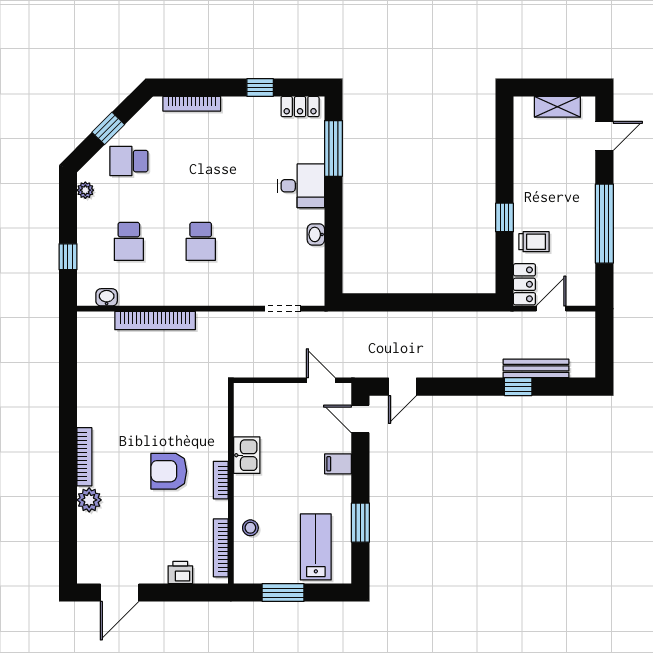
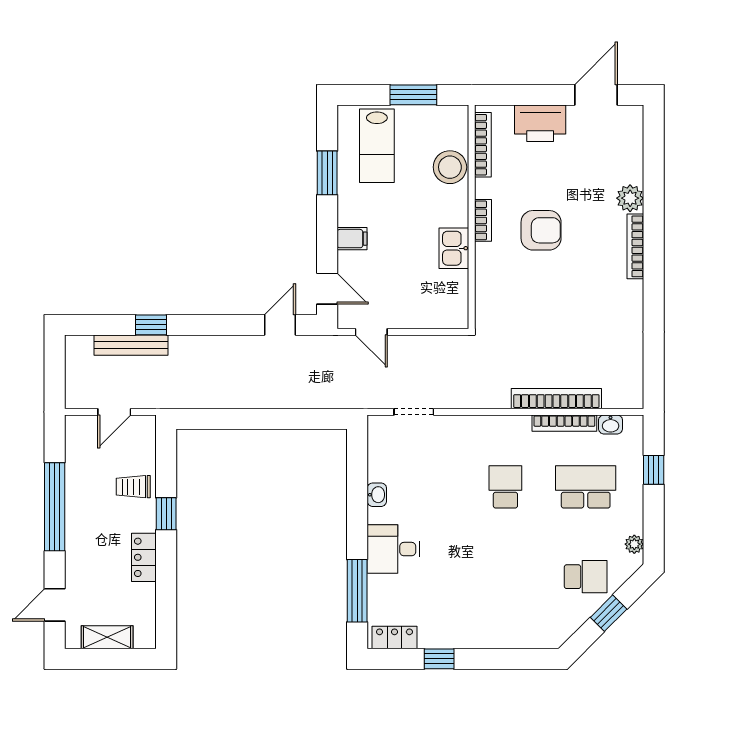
bookcase: (192, 104) -> (564, 423), moved, turned 180
school desk: (129, 241) -> (586, 487), width x1.85
locker: (524, 284) -> (144, 557), moved
stool: (250, 528) -> (450, 167), width x1.89, depth x1.89
printer: (180, 572) -> (540, 123), width x1.87, depth x1.48

